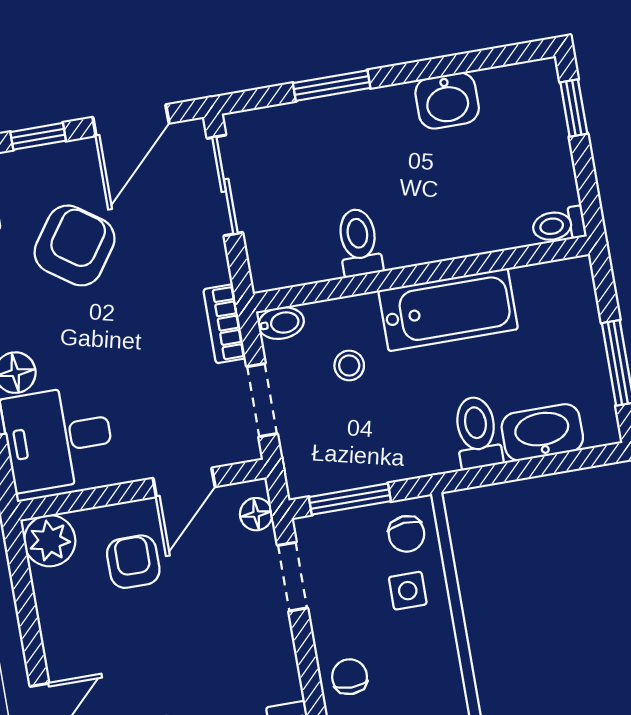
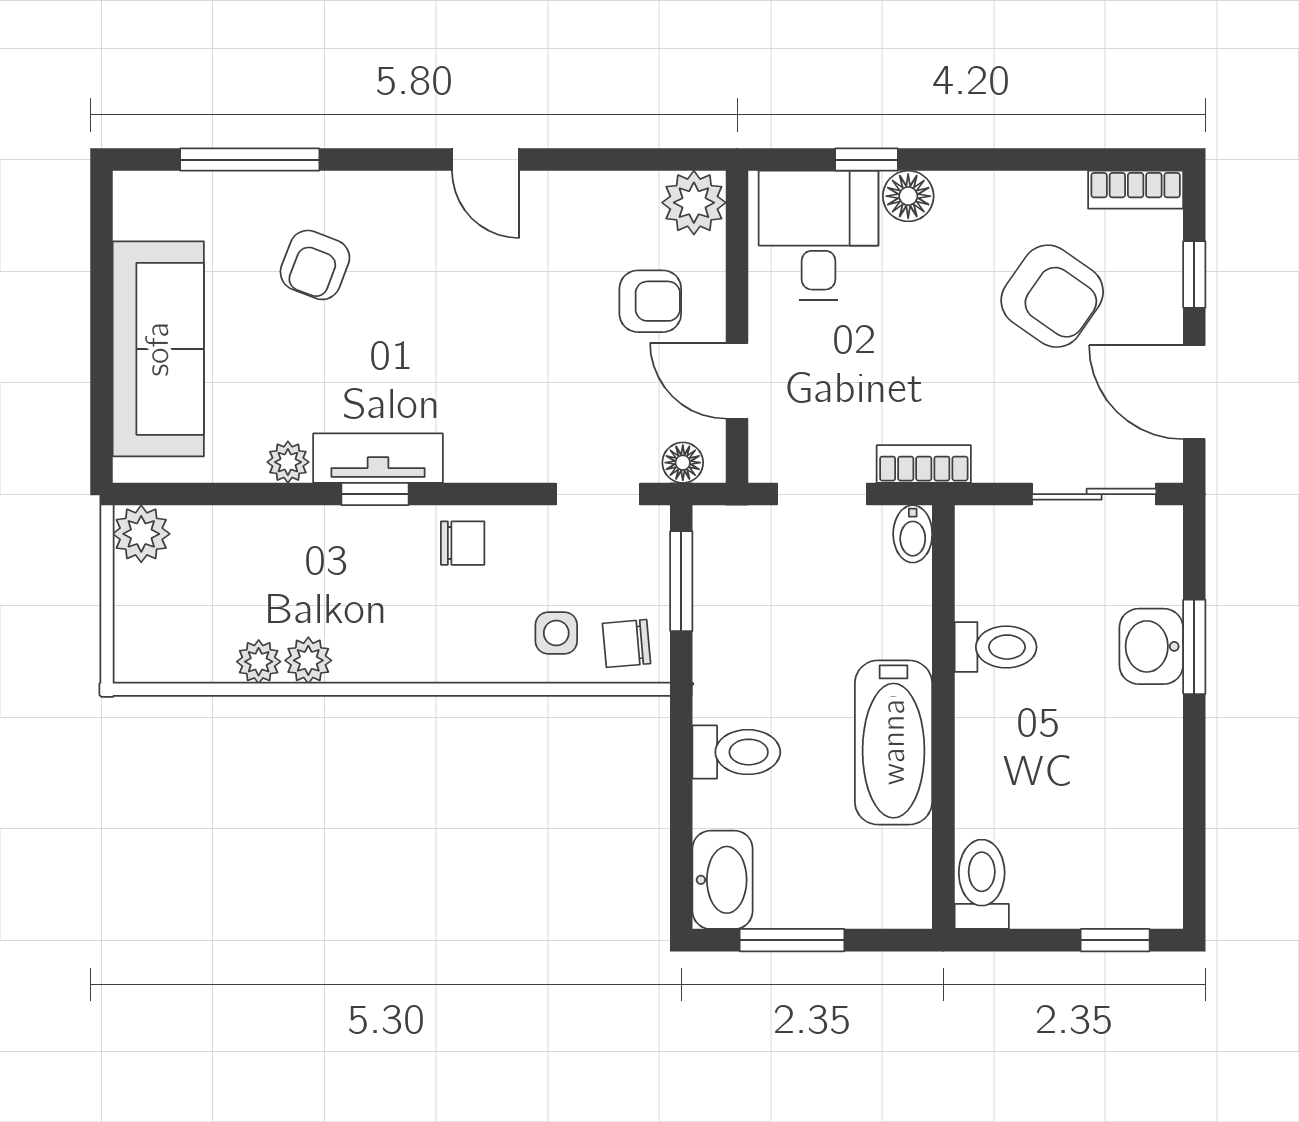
washbasin: (447, 101) -> (1151, 646), moved
toilet: (559, 225) -> (982, 884), width x1.37, depth x1.39
stool: (349, 366) -> (846, 609), removed
washbasin: (542, 432) -> (723, 880), moved

